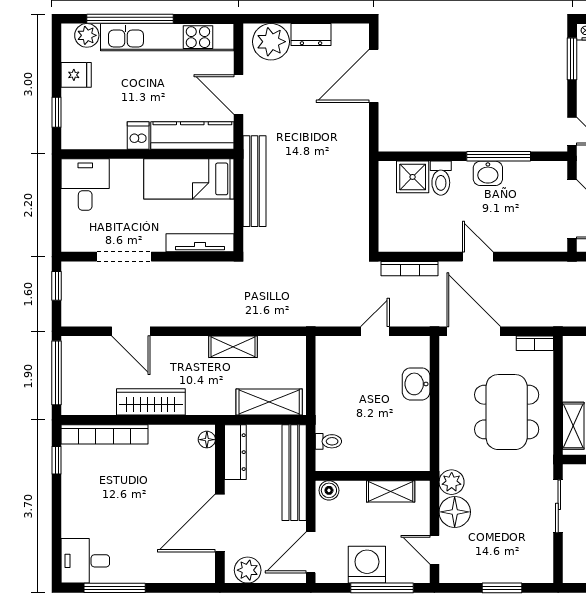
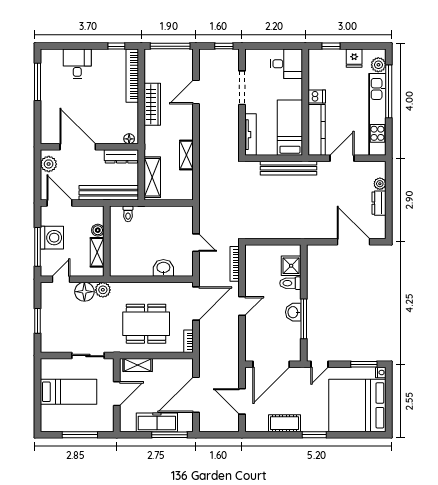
plant: (271, 42) -> (380, 184), width x0.53, depth x0.53
boiler: (329, 490) -> (98, 230), moved
desk: (85, 561) -> (77, 64), moved

